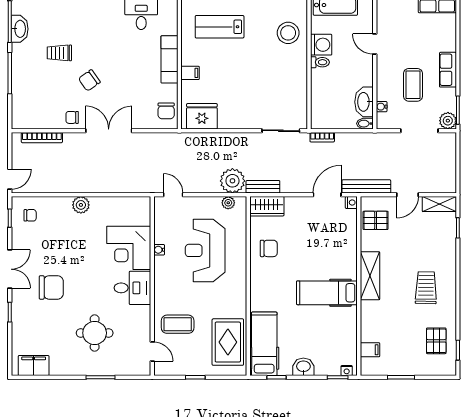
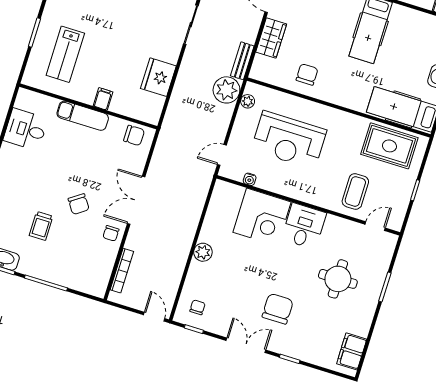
fridge: (202, 116) -> (158, 77), moved
wardrobe: (267, 206) -> (271, 38), moved
water cooler: (159, 250) -> (250, 179), moved

